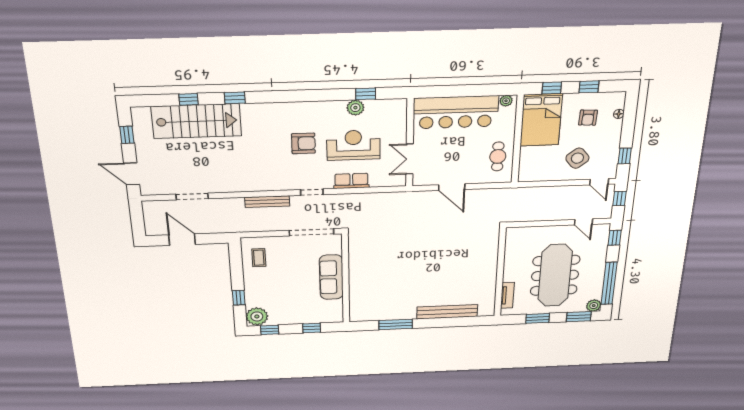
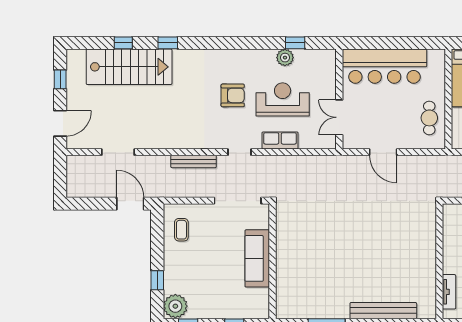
plant: (506, 101) -> (434, 55), removed
door: (132, 174) -> (60, 123), swing flipped
door: (182, 240) -> (130, 204), moved

